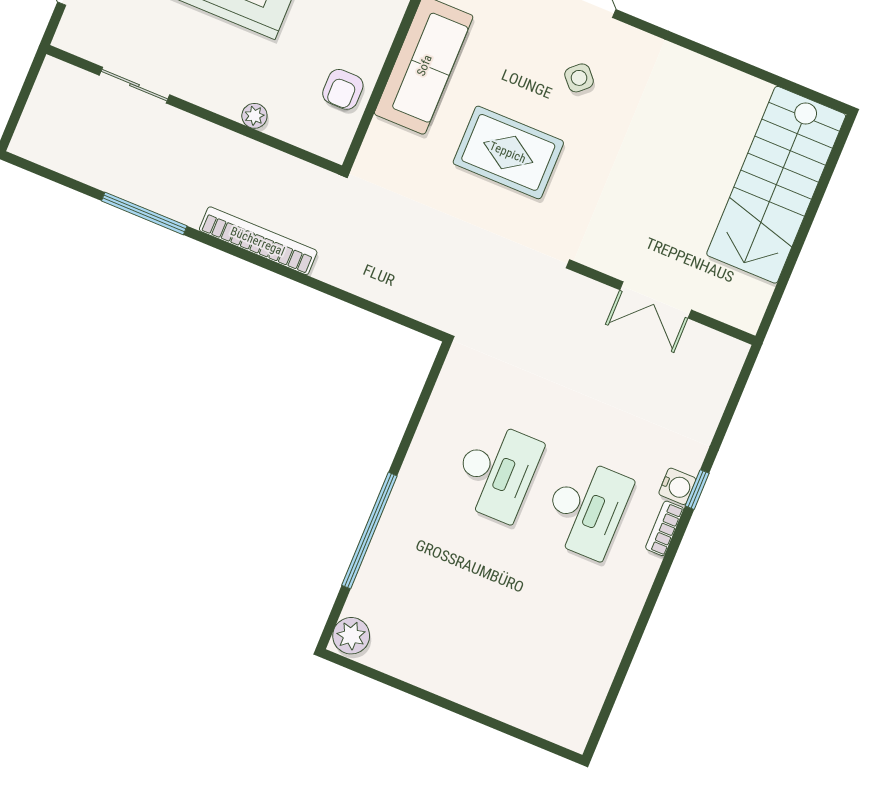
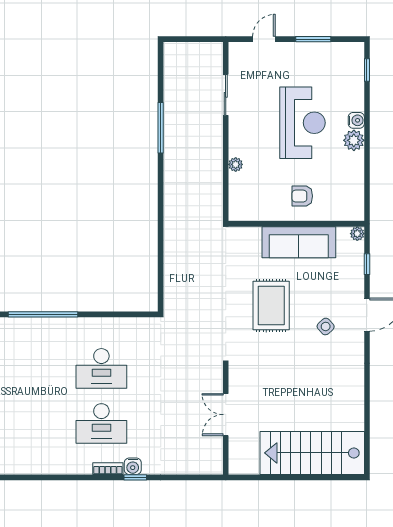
armchair: (343, 89) -> (302, 196), moved
bookcase: (258, 241) -> (171, 193), removed

